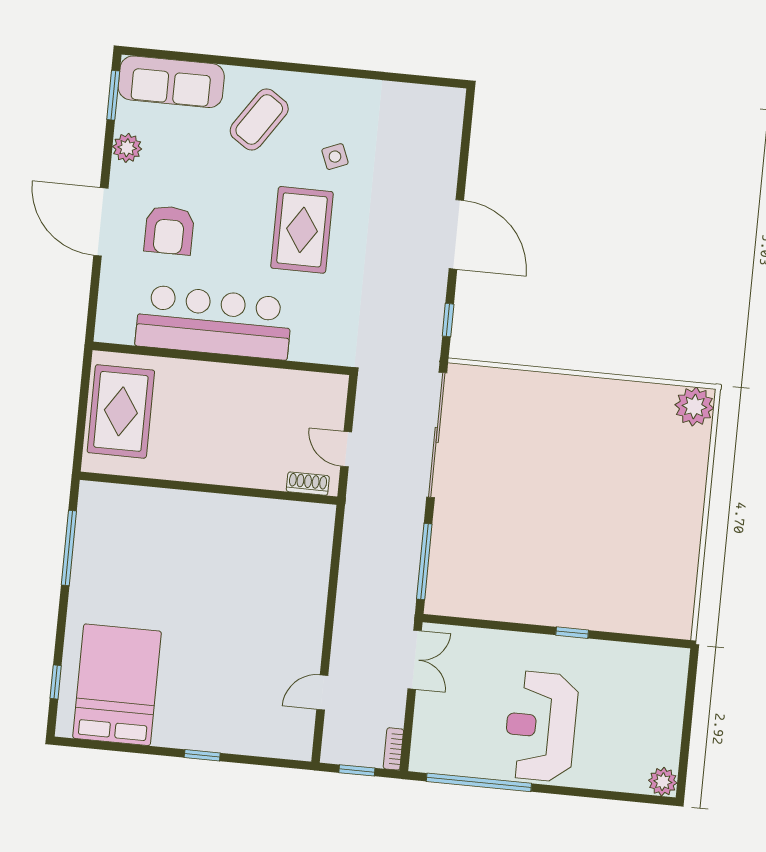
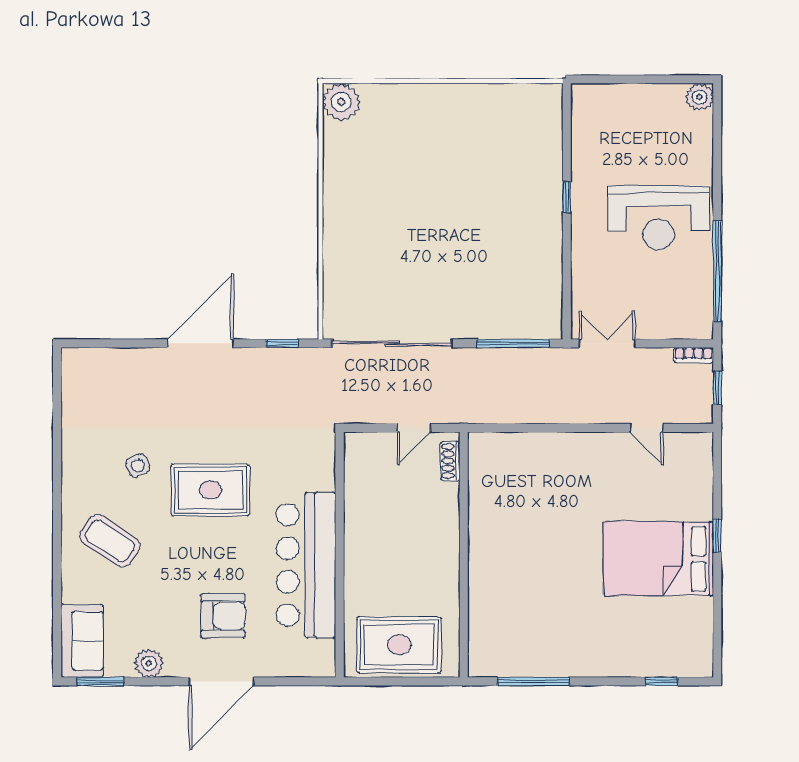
sofa: (171, 82) -> (82, 641), width x0.73
bed: (117, 685) -> (658, 559), moved

